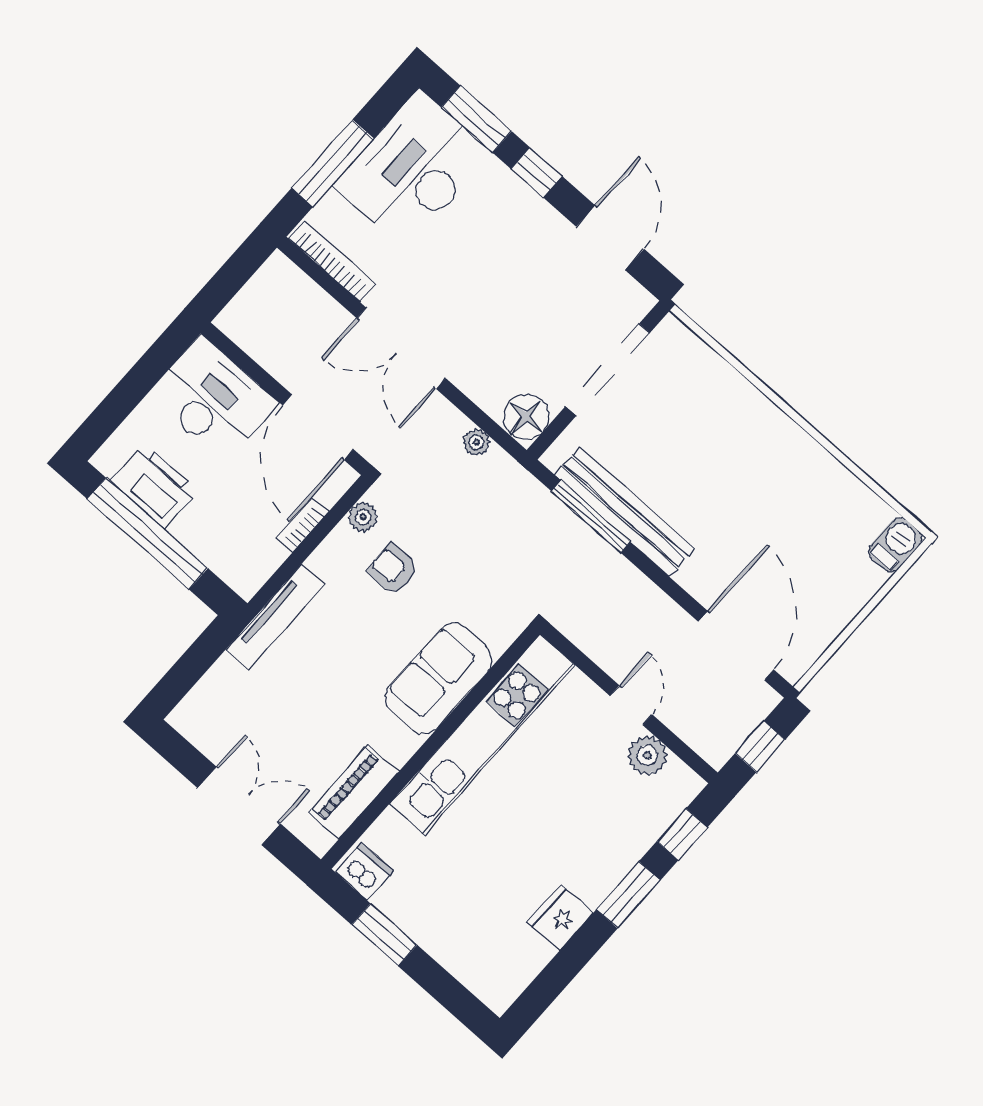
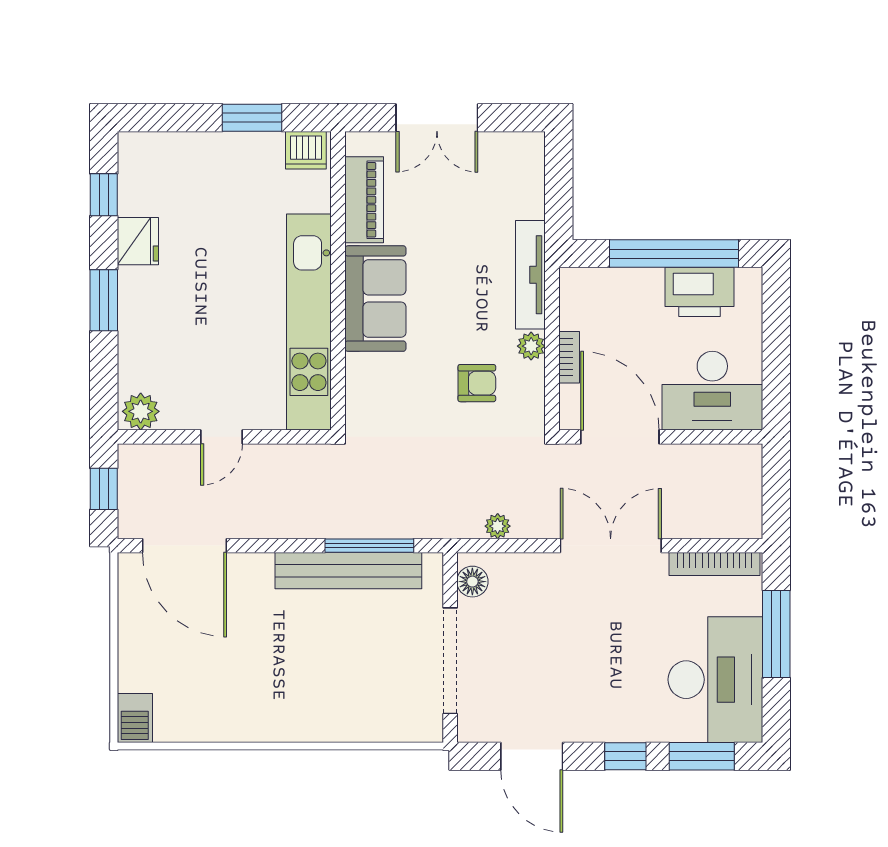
floor lamp: (526, 417) -> (472, 582), width x0.73, depth x0.73
plant: (363, 517) -> (531, 346), moved
sofa: (439, 678) -> (375, 299), moved
door: (631, 705) -> (222, 437), hinge flipped
plant: (647, 755) -> (141, 411), moved
window: (682, 834) -> (104, 195), moved

